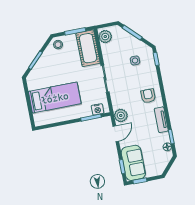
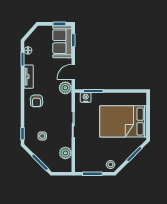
plant: (105, 37) -> (65, 153), moved
cot: (88, 48) -> (84, 156), removed
bed: (55, 98) -> (123, 121), width x1.50

